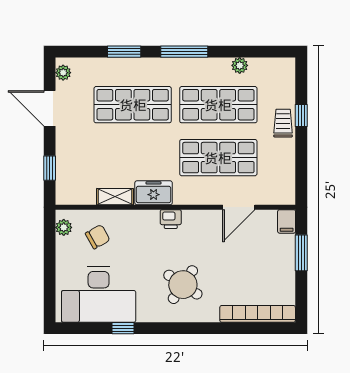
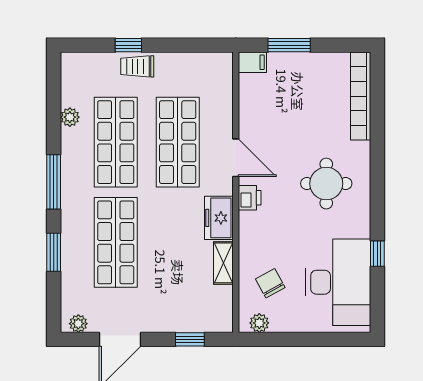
door: (239, 207) -> (236, 158), moved
round table: (183, 285) -> (326, 184), turned -34

